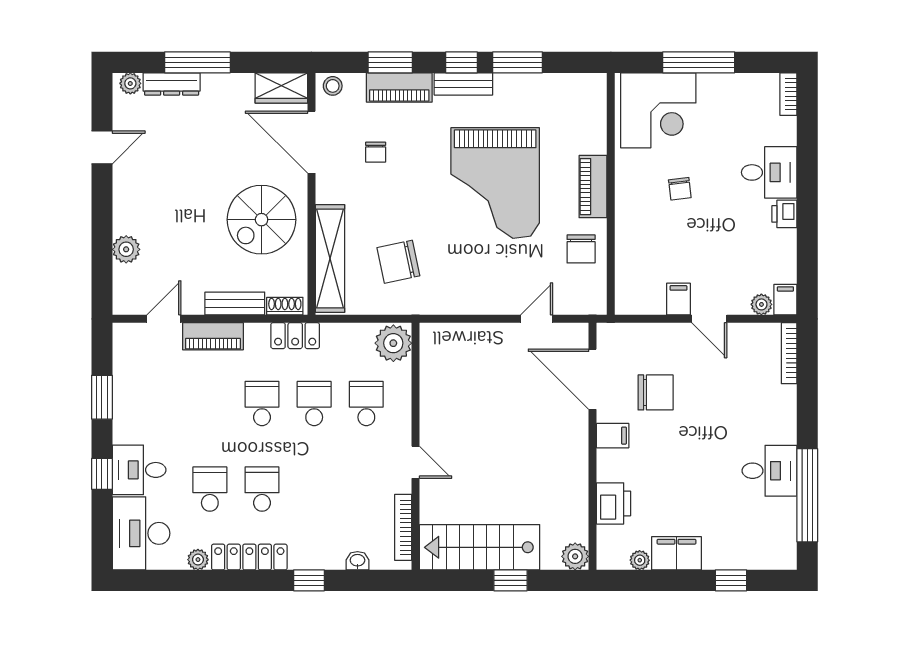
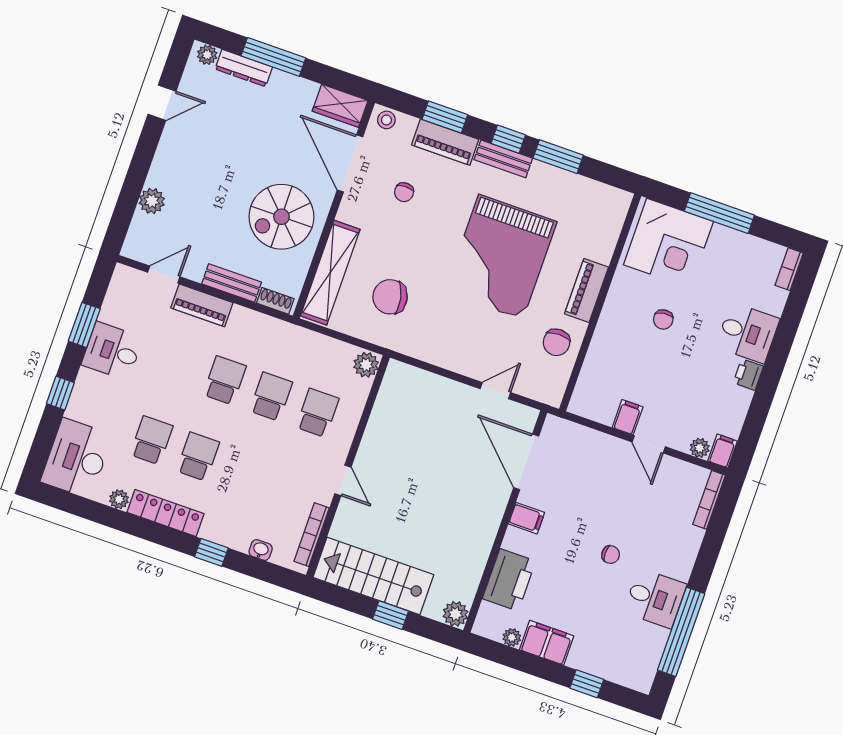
locker: (295, 336) -> (275, 330), removed
plant: (393, 343) -> (366, 365), width x0.73, depth x0.73
chair: (656, 392) -> (611, 555), moved, width x0.54, depth x0.54
desk: (139, 470) -> (112, 351), moved
printer: (613, 503) -> (509, 580), width x1.37, depth x1.19

